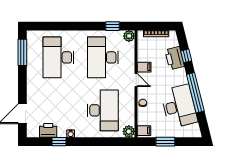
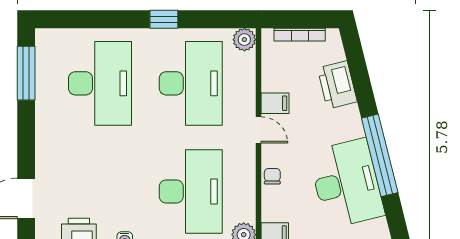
window: (113, 26) -> (164, 19), moved
window: (186, 56) -> (361, 80), removed
desk: (59, 57) -> (100, 83), turned 180
desk: (103, 57) -> (191, 83), turned 180

